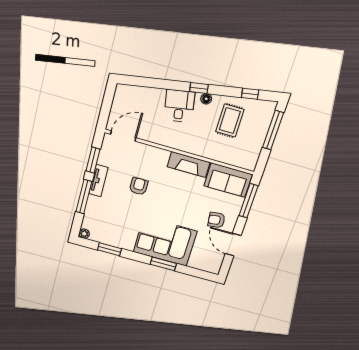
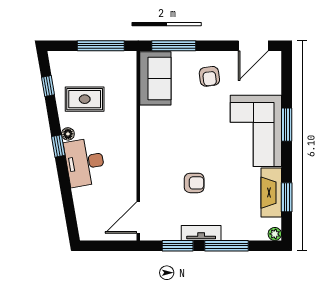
desk: (179, 106) -> (85, 162), width x1.37
window: (273, 130) -> (101, 46), moved
door: (123, 136) -> (138, 217), hinge flipped
fireplace: (189, 165) -> (271, 193), moved, turned 180
armchair: (139, 186) -> (194, 183), turned 180
door: (233, 245) -> (253, 46), moved

